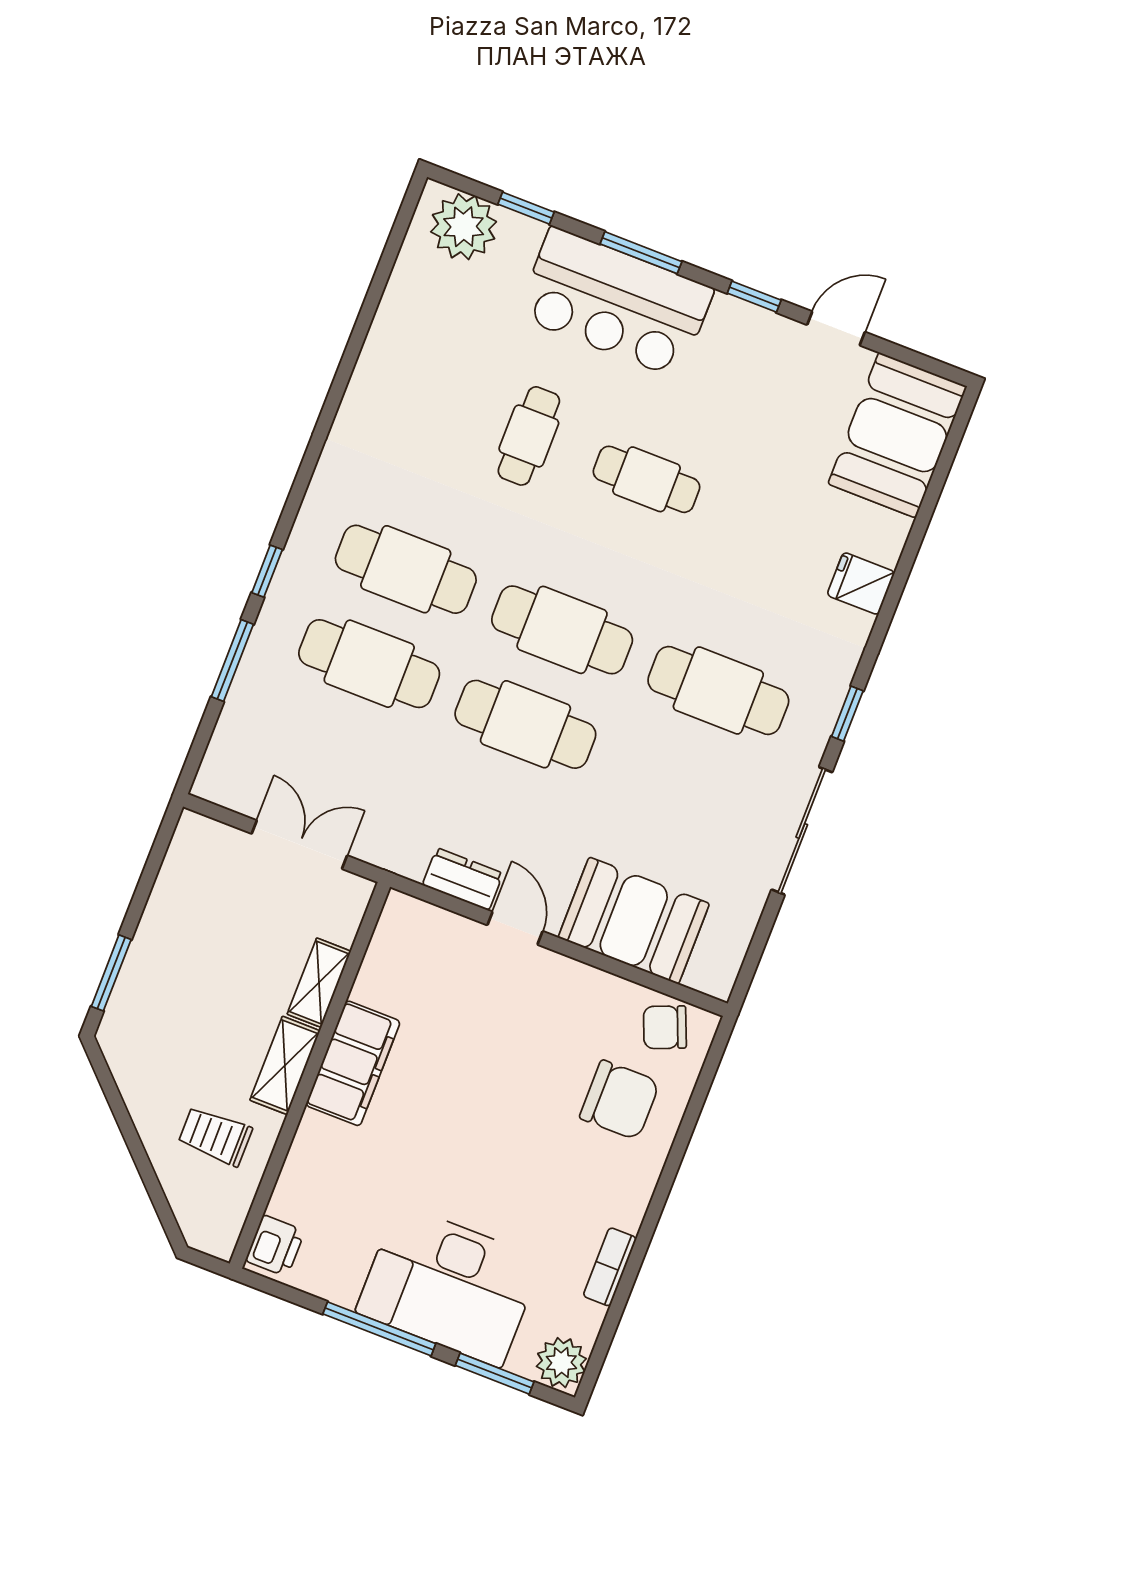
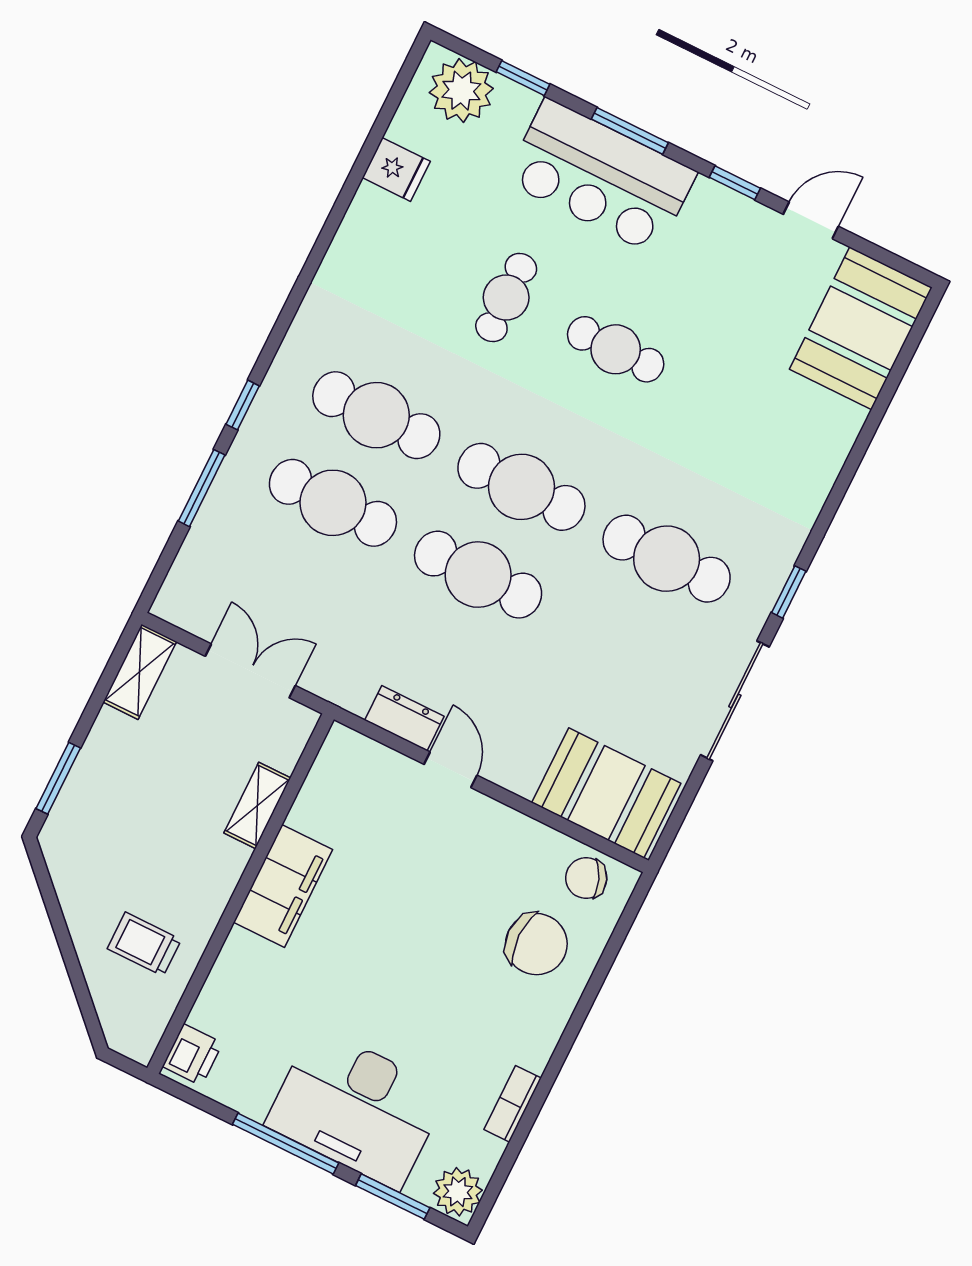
fridge: (861, 584) -> (396, 169), moved, turned 180
booth: (634, 921) -> (606, 793), moved
shelving: (285, 1065) -> (140, 672), moved

